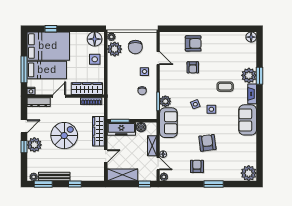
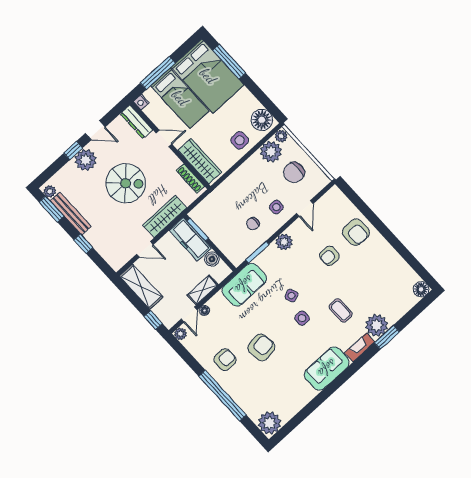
window: (51, 29) -> (229, 62), width x2.17
plant: (165, 101) -> (284, 242), moved
window: (214, 184) -> (222, 396), width x2.11

